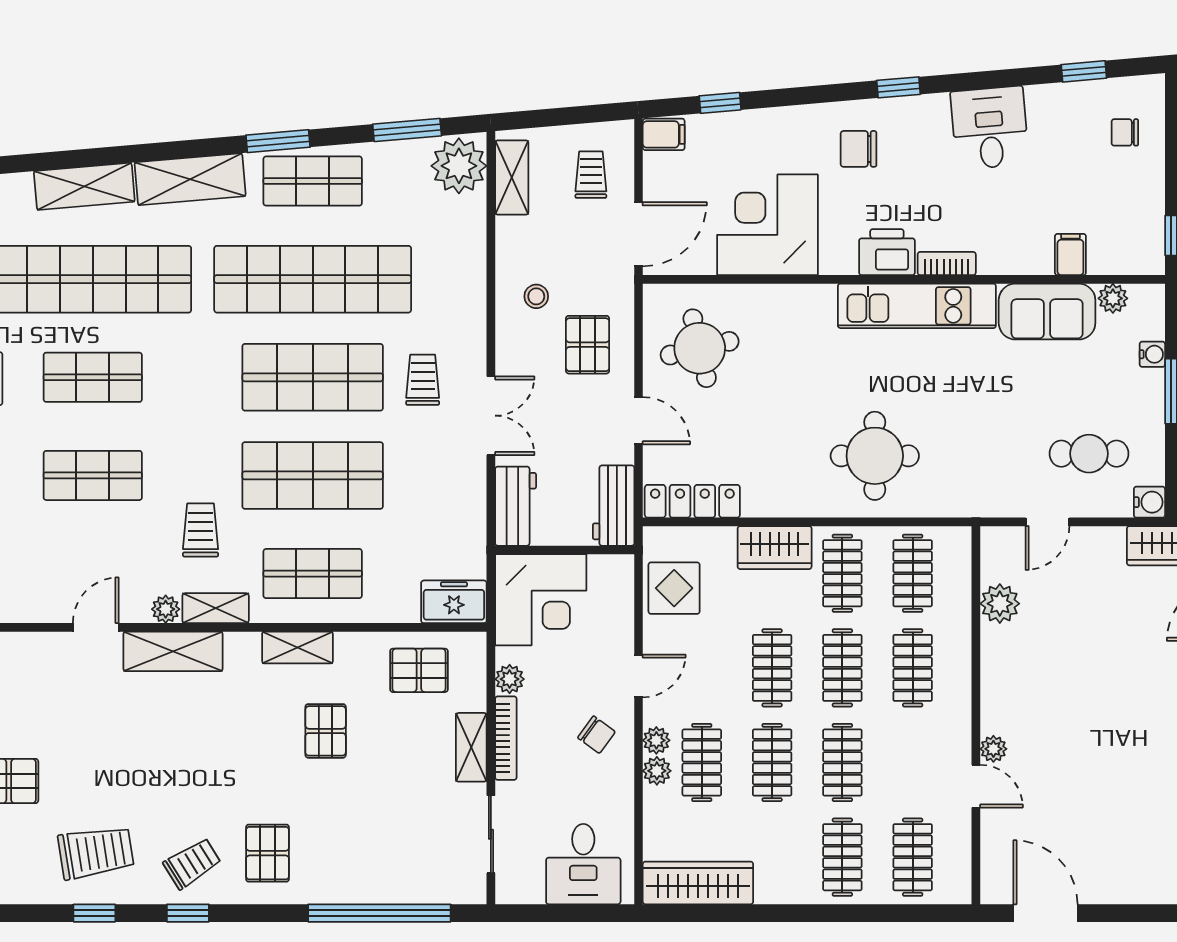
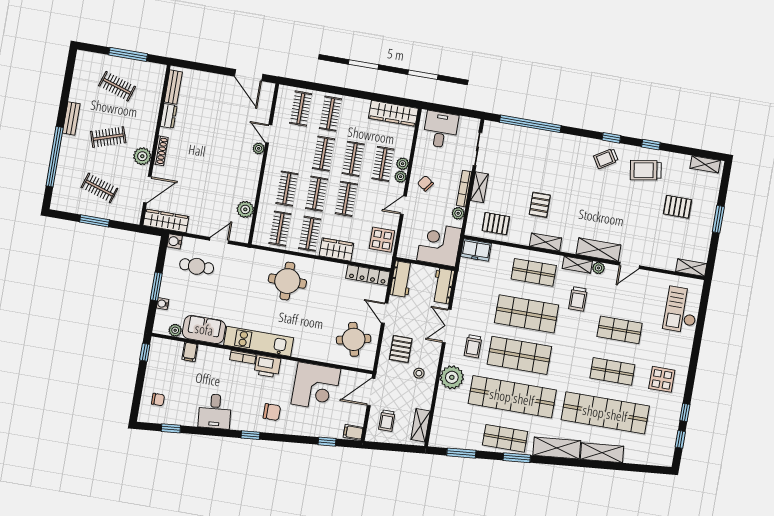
plant: (459, 166) -> (452, 377), moved
pallet: (268, 853) -> (573, 157), removed

